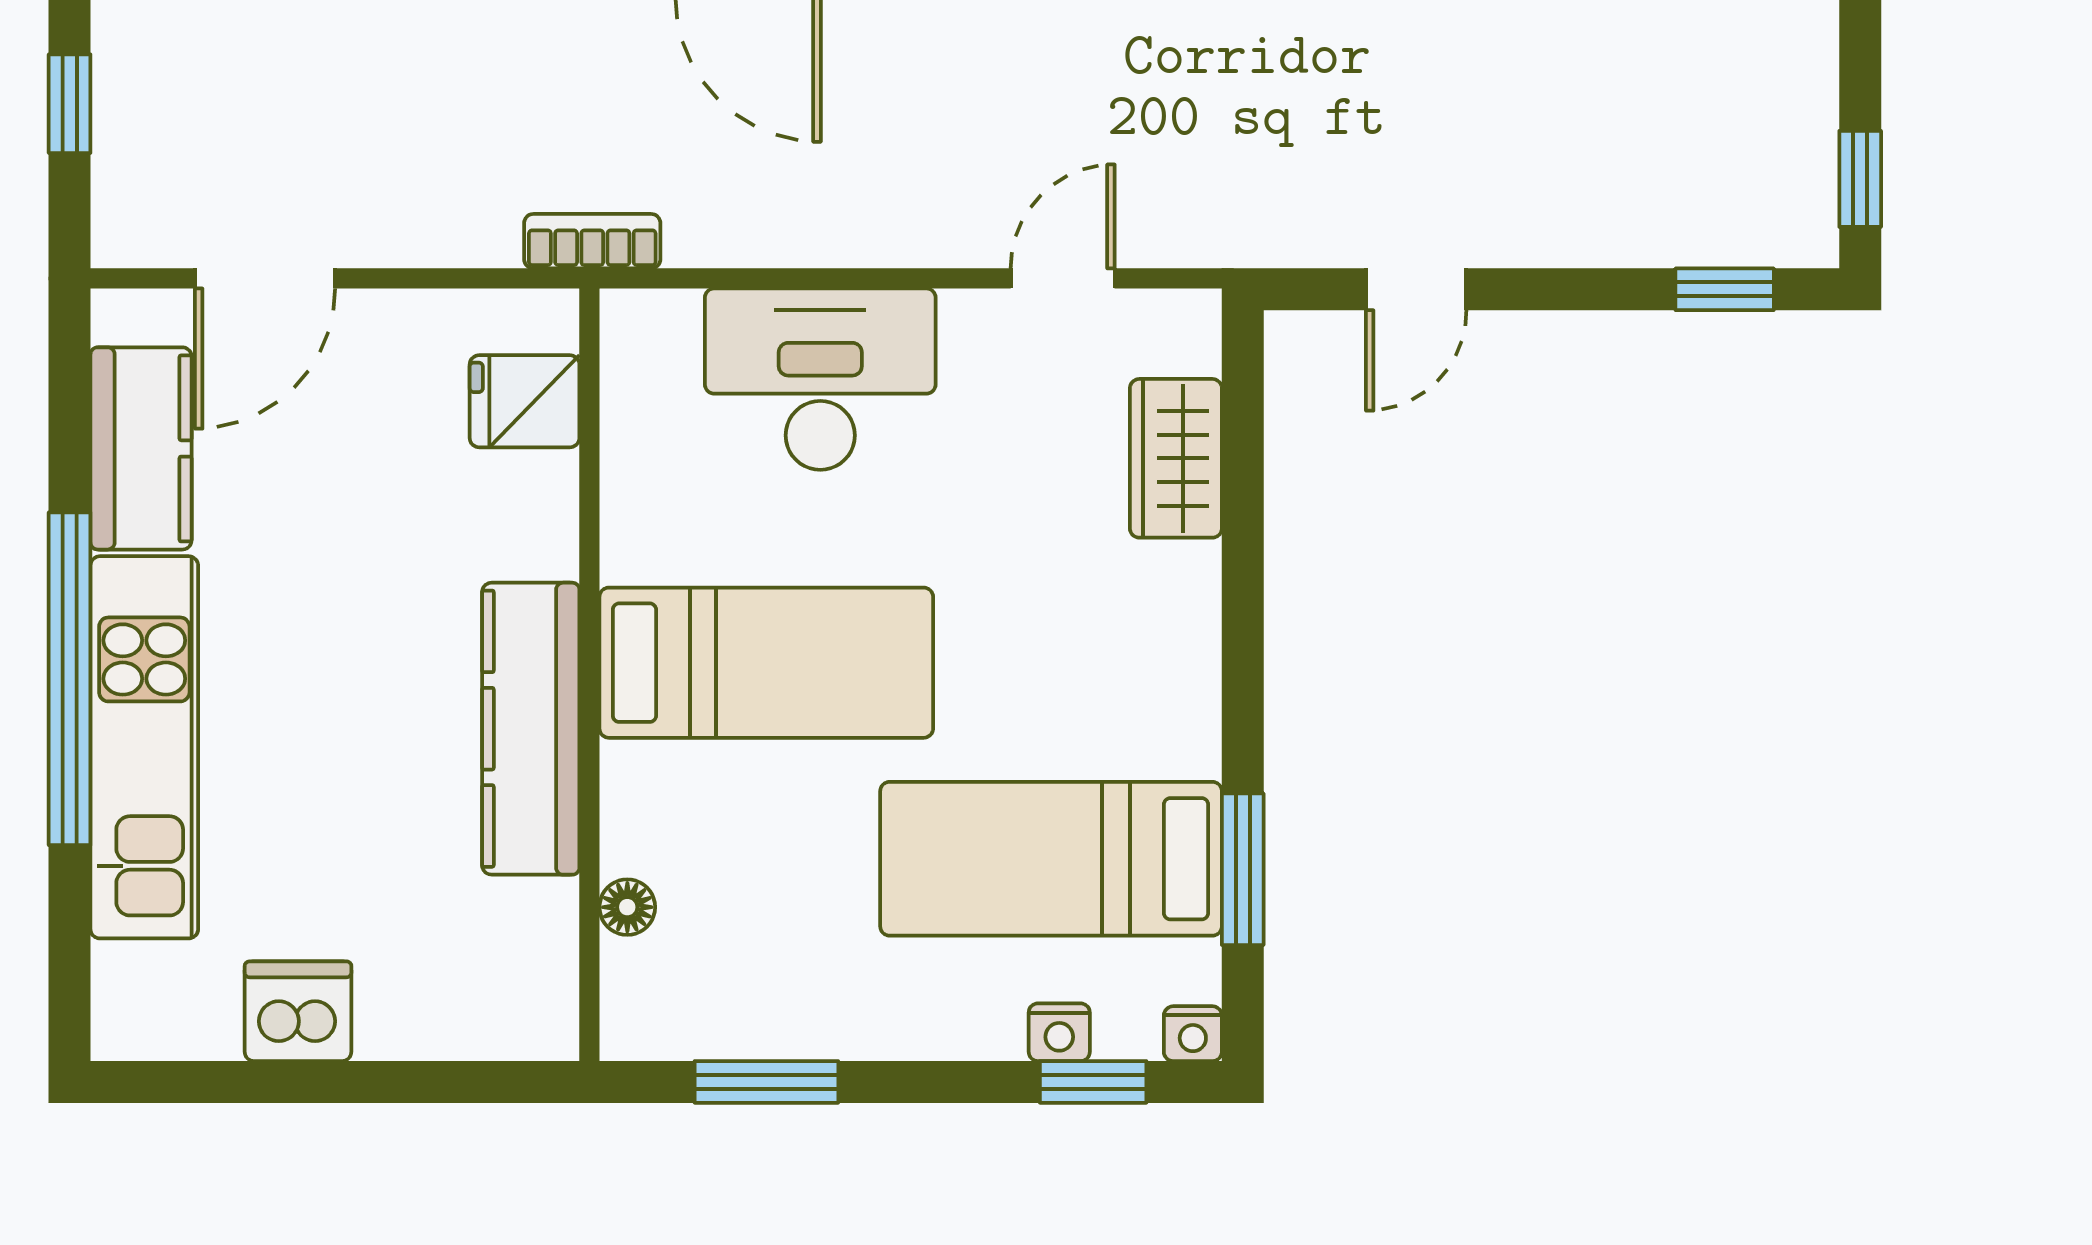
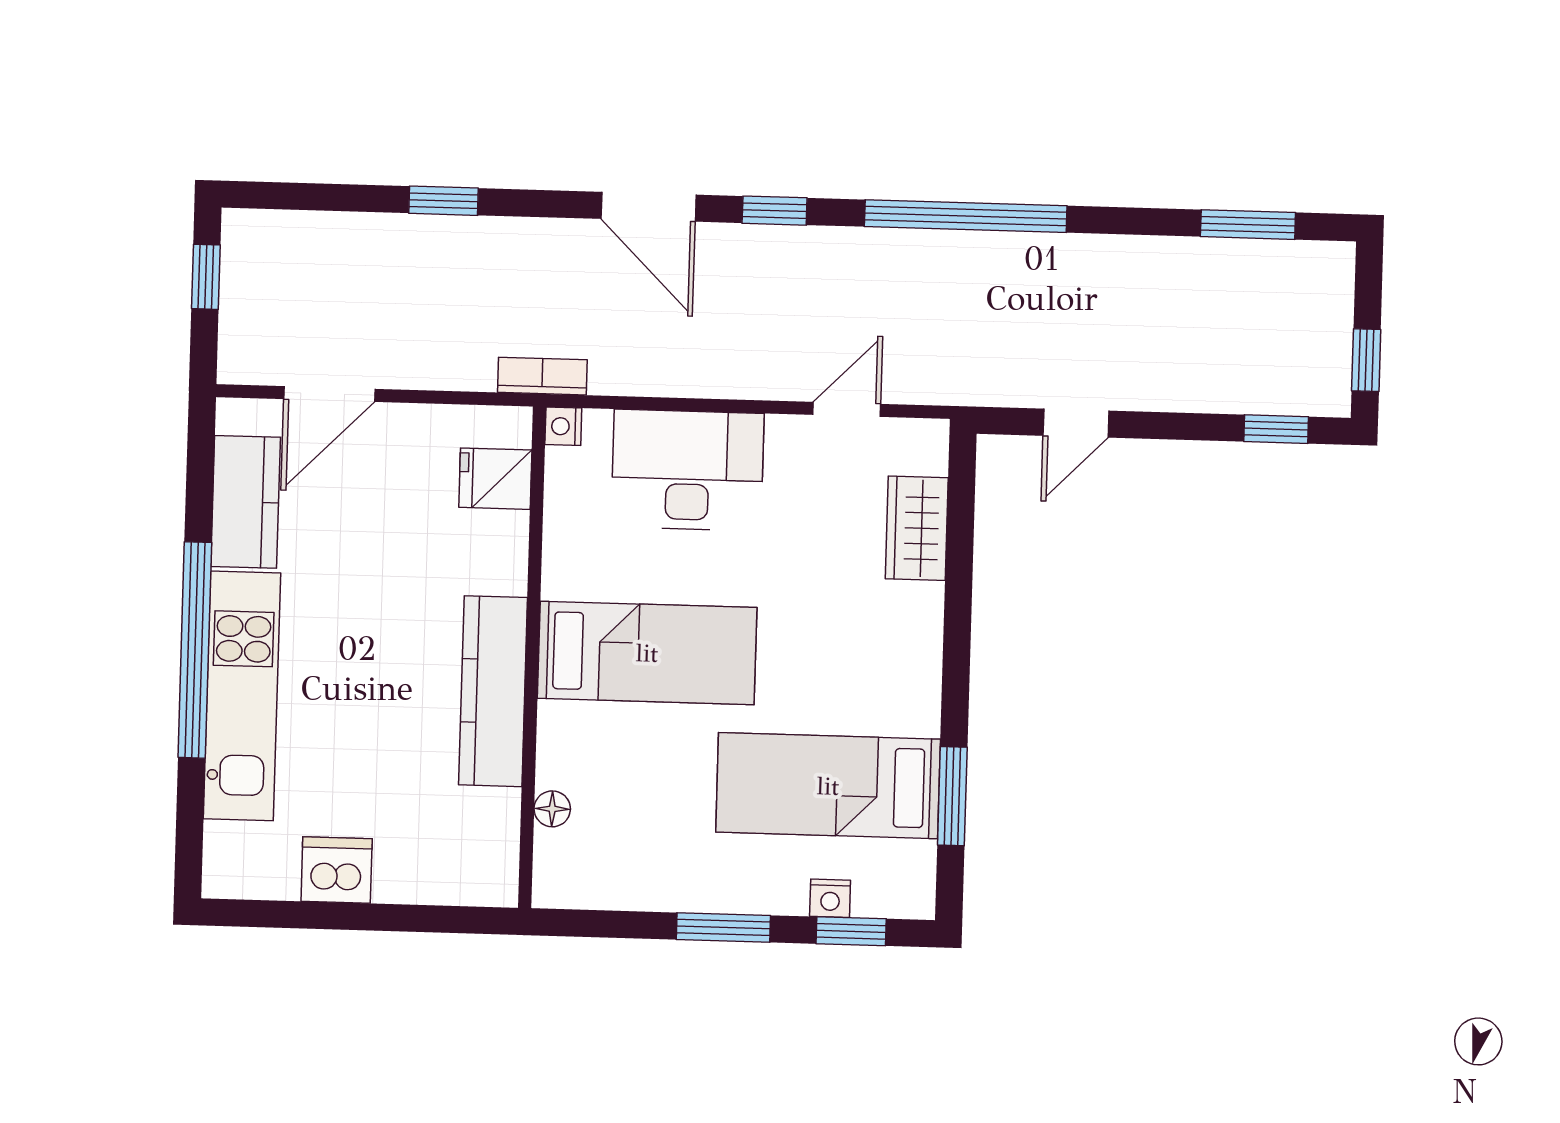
nightstand: (1193, 1034) -> (563, 426), moved, turned 90
window: (766, 1082) -> (723, 927), moved

